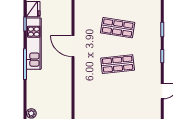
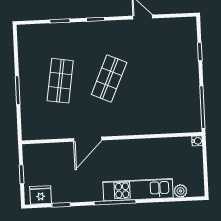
kitchen unit: (34, 44) -> (138, 190), moved
shop shelf: (118, 64) -> (109, 78), turned 30

